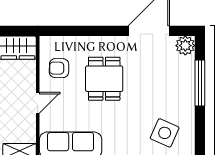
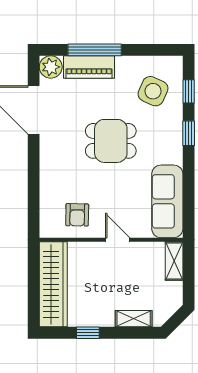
piano: (185, 78) -> (89, 67), added
dining table: (104, 79) -> (111, 141), moved

